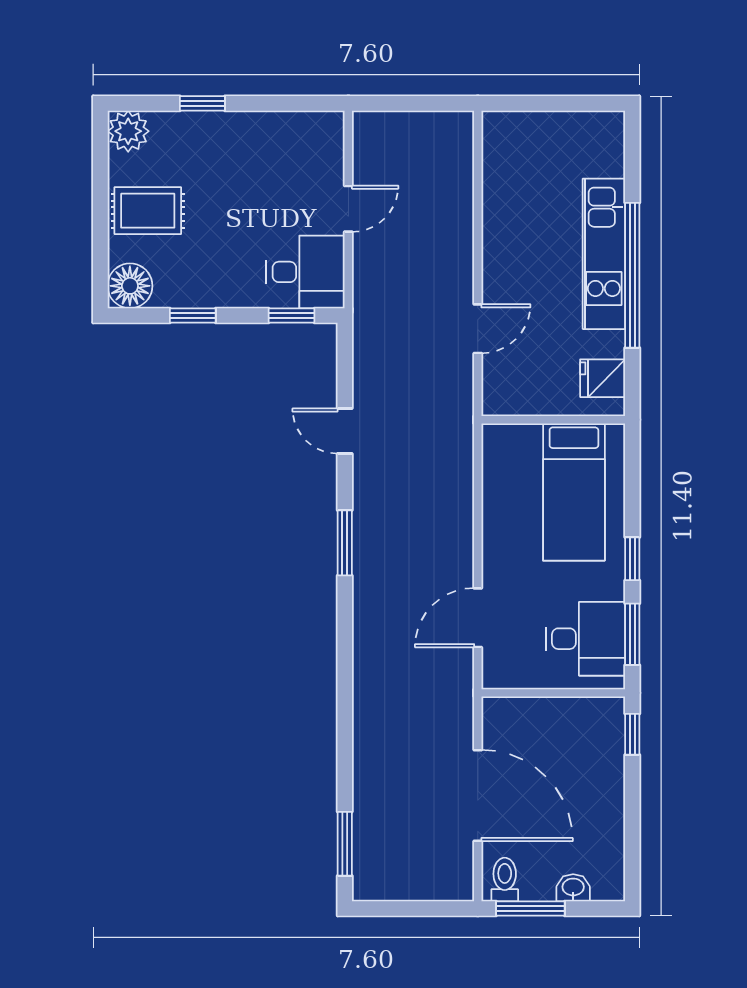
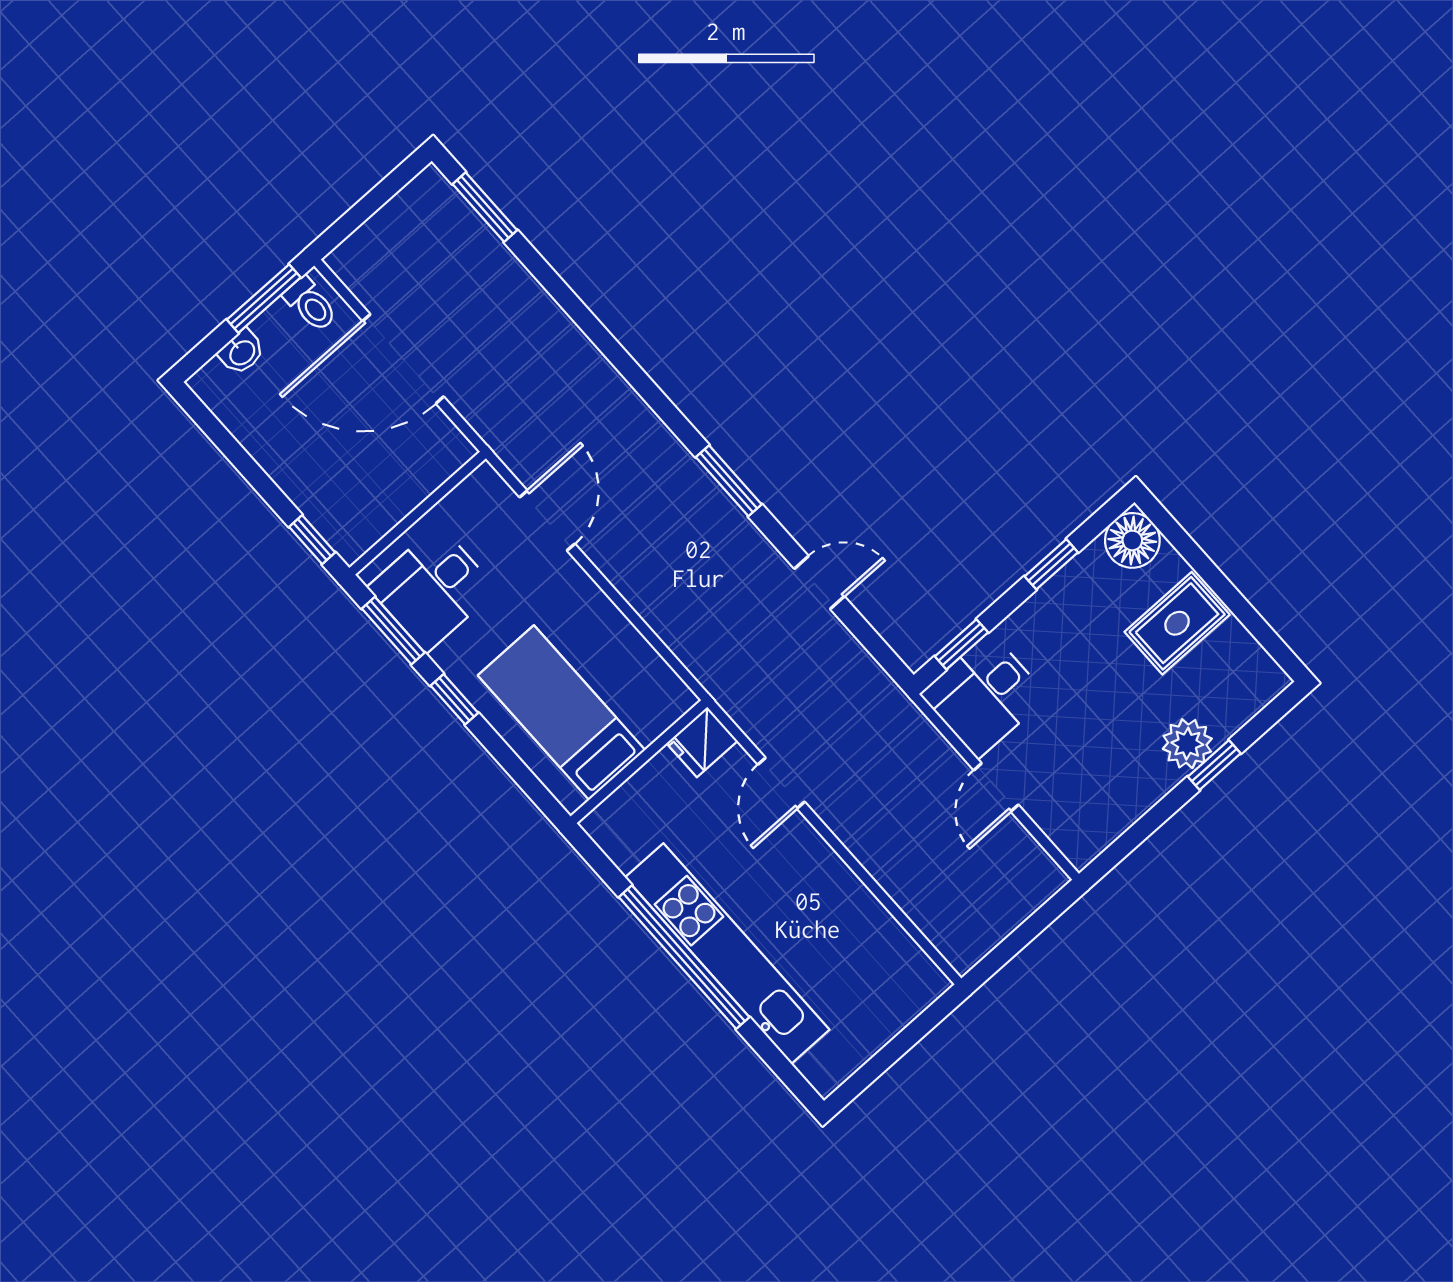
plant: (128, 131) -> (1187, 744), moved
kitchen unit: (604, 254) -> (727, 954), width x1.36
fridge: (603, 378) -> (702, 742), moved, turned 180

